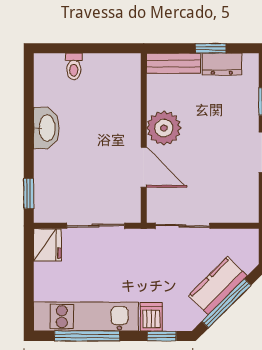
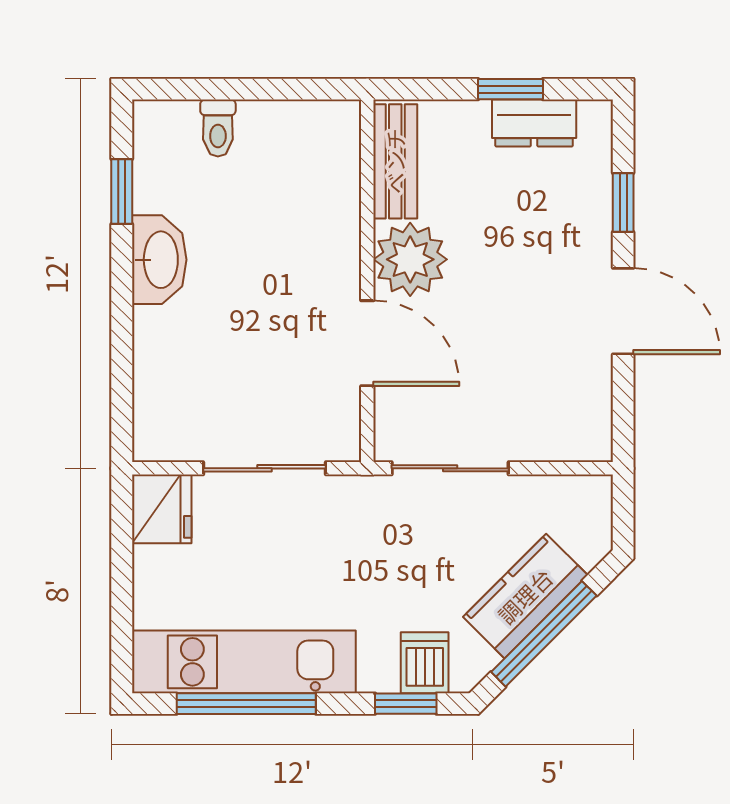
bench: (173, 63) -> (395, 161), moved, turned 90
window: (29, 194) -> (122, 191), moved
dishwasher: (151, 317) -> (425, 663), moved

